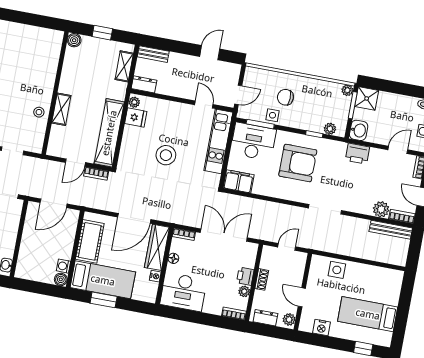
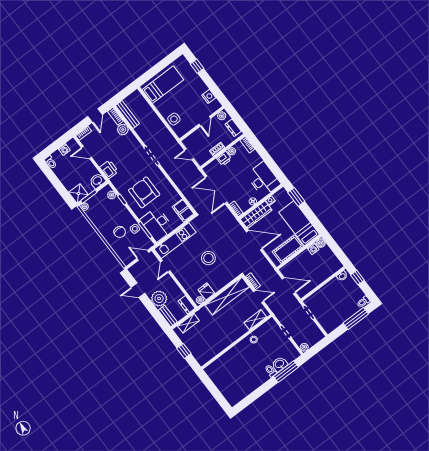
boiler: (74, 40) -> (202, 360), removed
plant: (179, 64) -> (159, 299), added
shelving: (61, 109) -> (255, 320), moved
window: (104, 300) -> (296, 197), moved
bed: (368, 314) -> (163, 85), moved, turned -90

